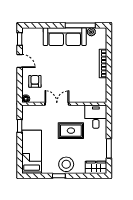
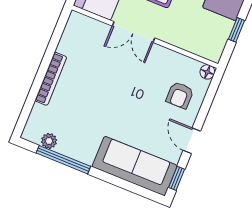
sofa: (65, 37) -> (135, 166), moved
double door: (57, 104) -> (133, 32), moved

